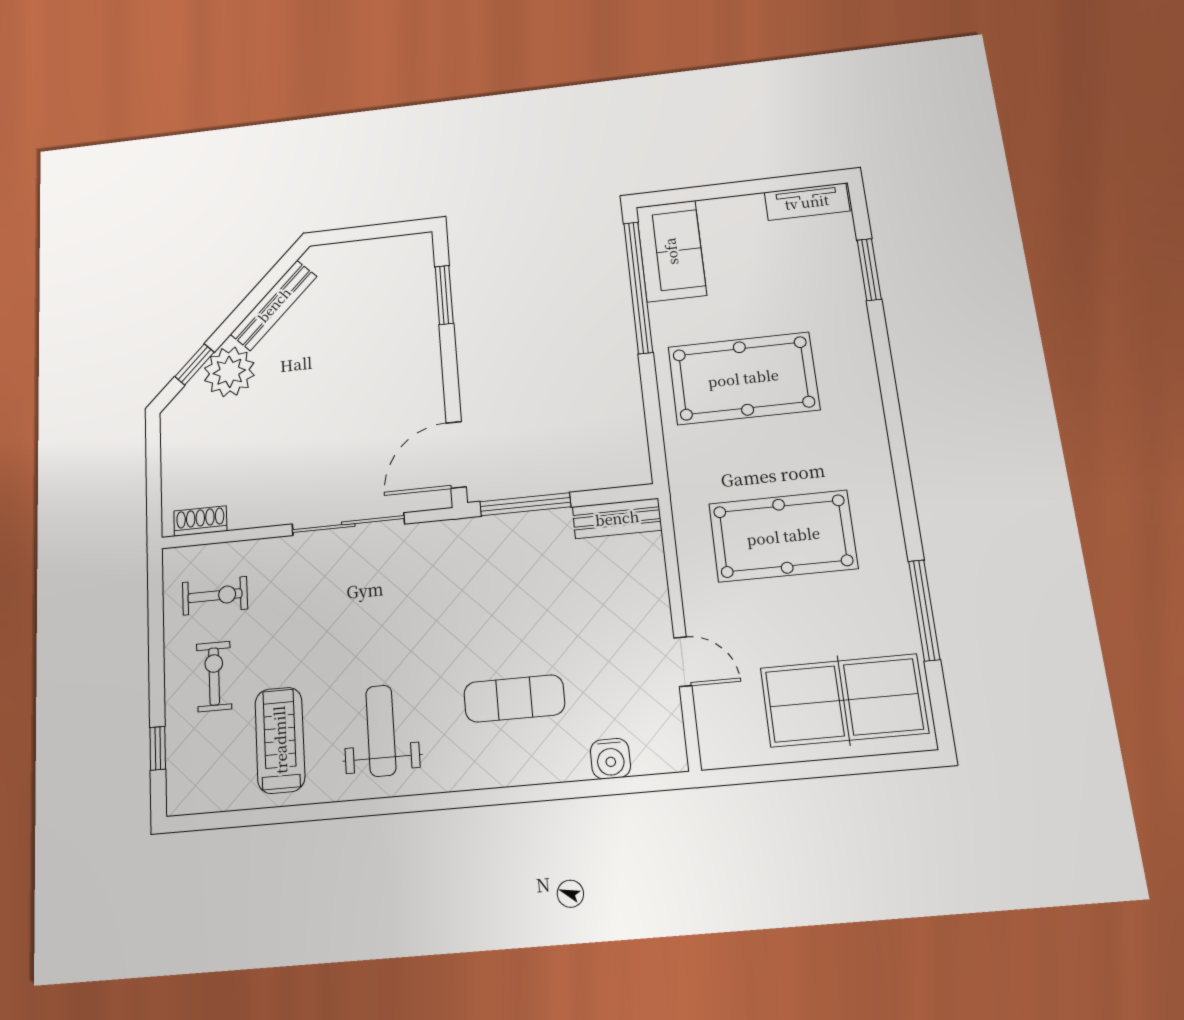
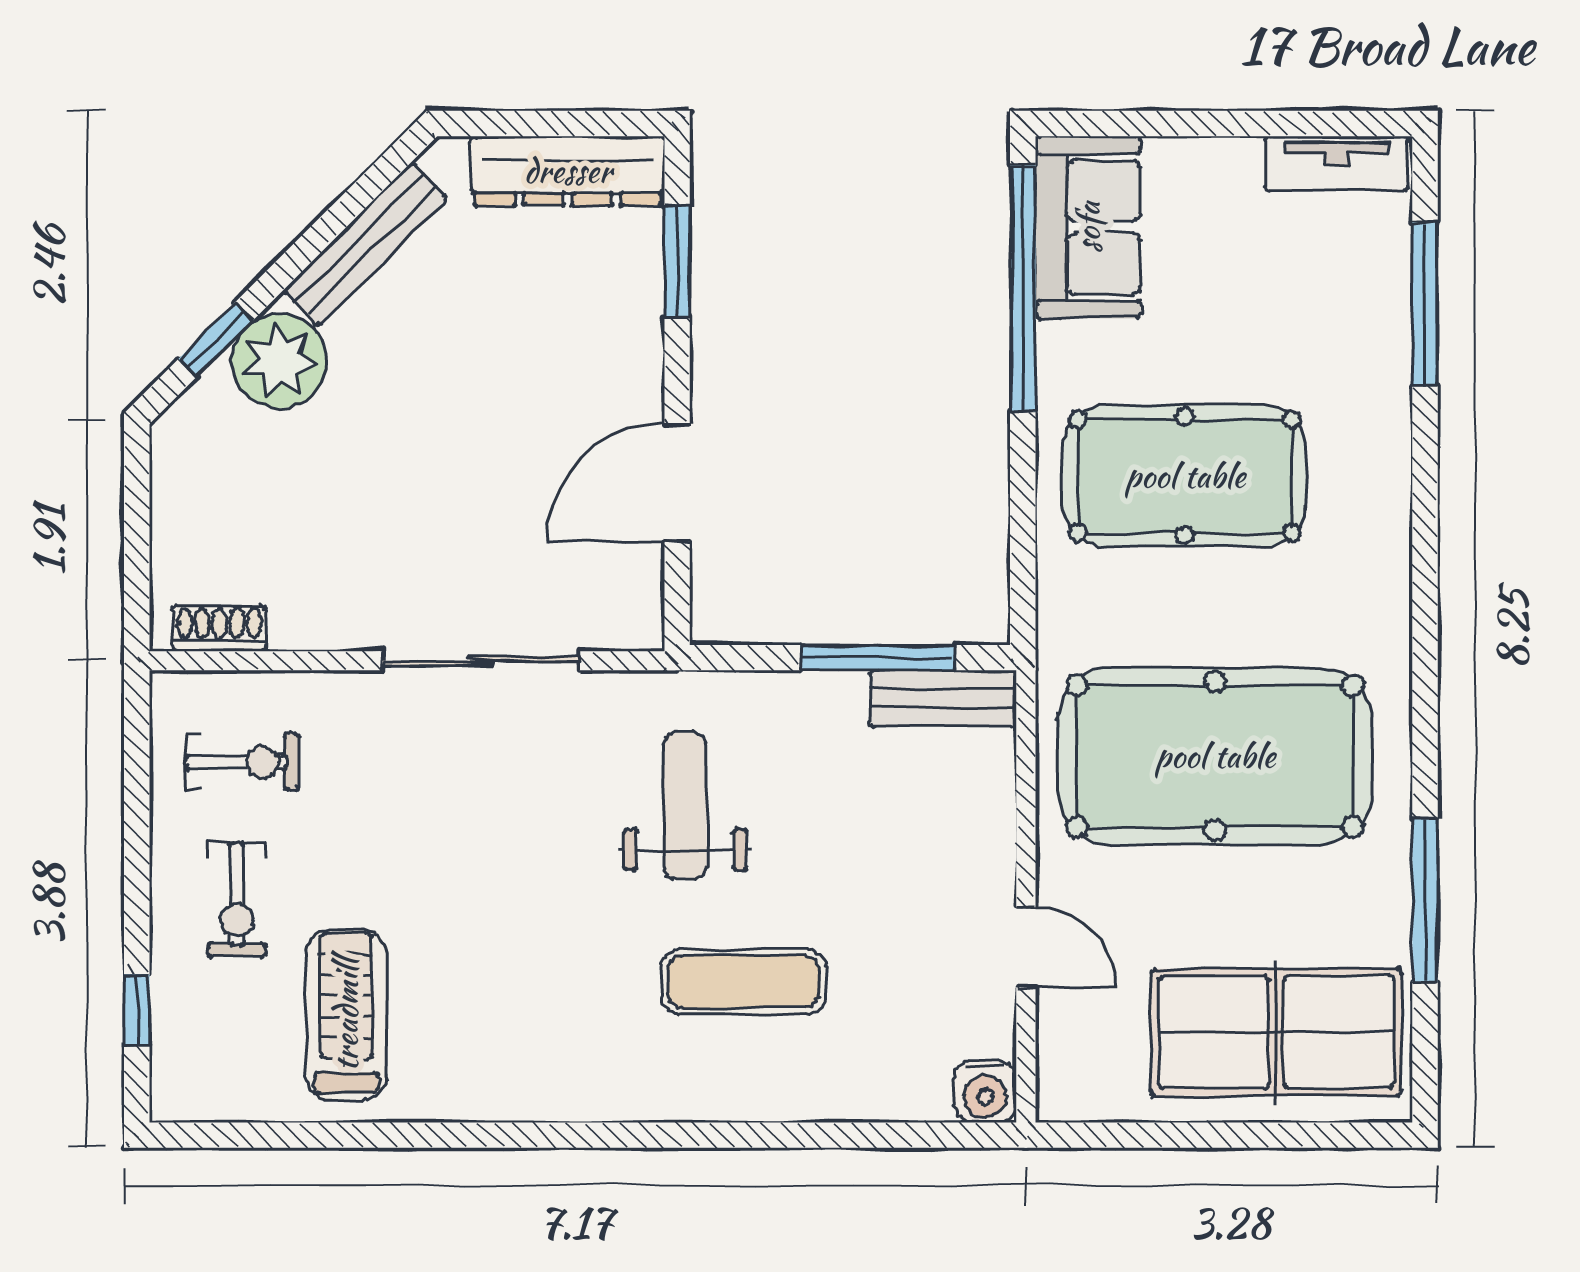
dresser: (381, 255) -> (568, 171), added
window: (869, 270) -> (1425, 304), width x1.44
door: (456, 455) -> (677, 483), moved
window: (525, 504) -> (878, 658), moved
pool table: (783, 536) -> (1215, 756), width x1.36, depth x1.32
exercise bike: (214, 676) -> (237, 900), turned 180
weight bench: (381, 731) -> (685, 806), moved
water cooler: (610, 759) -> (985, 1092), moved

